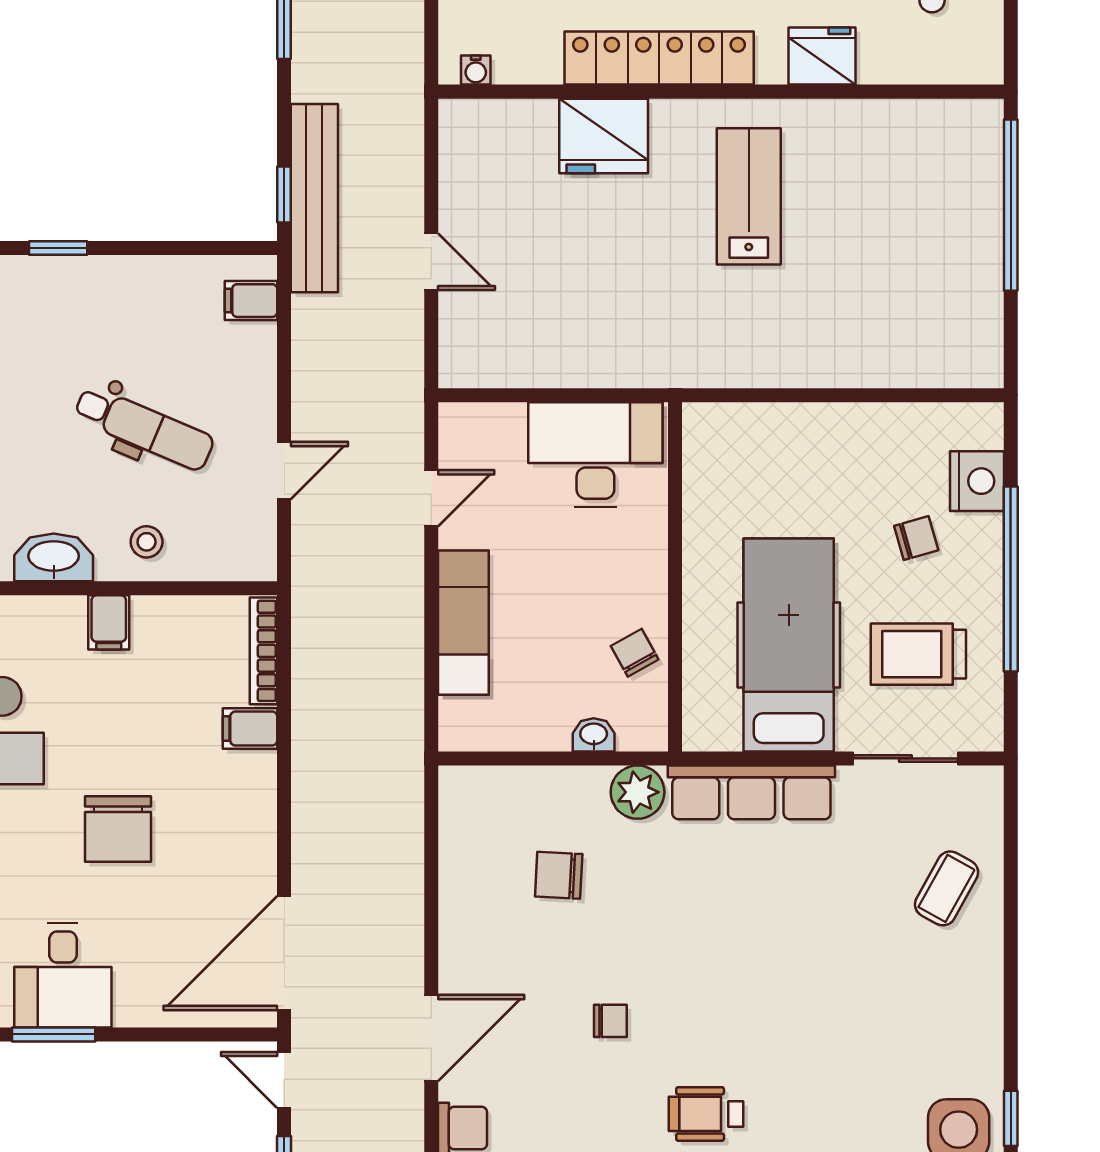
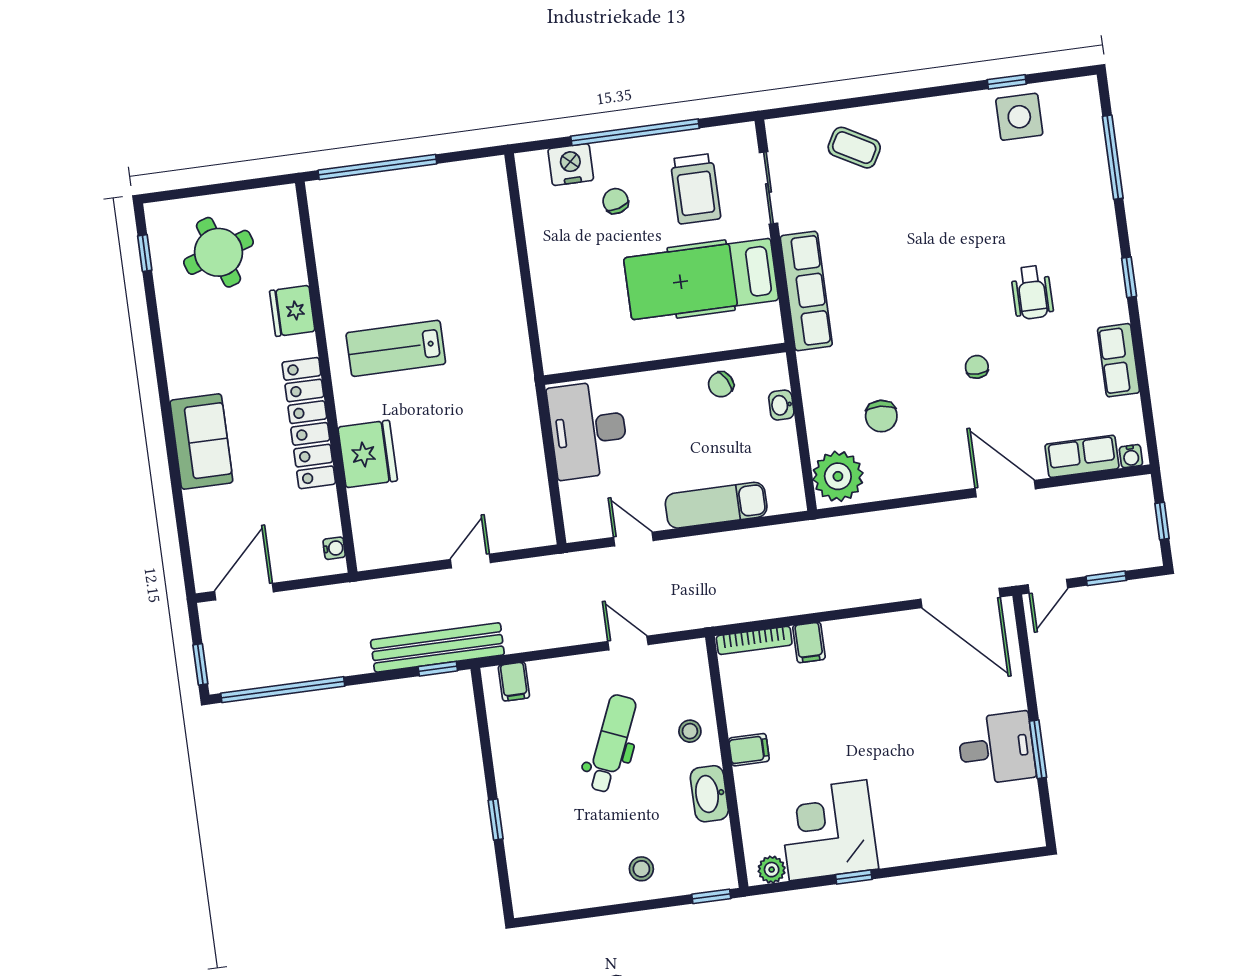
plant: (638, 792) -> (838, 476), moved, width x1.36, depth x1.36
chair: (118, 829) -> (890, 724), removed

